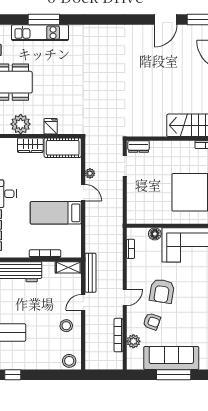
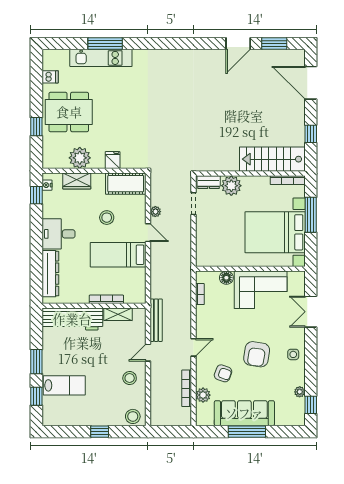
wardrobe: (30, 145) -> (77, 181), moved
plant: (159, 150) -> (231, 186), added
stool: (45, 179) -> (107, 218), added
shelving: (68, 267) -> (118, 314), moved
armchair: (162, 291) -> (257, 354), moved
window: (13, 375) -> (100, 432), moved

